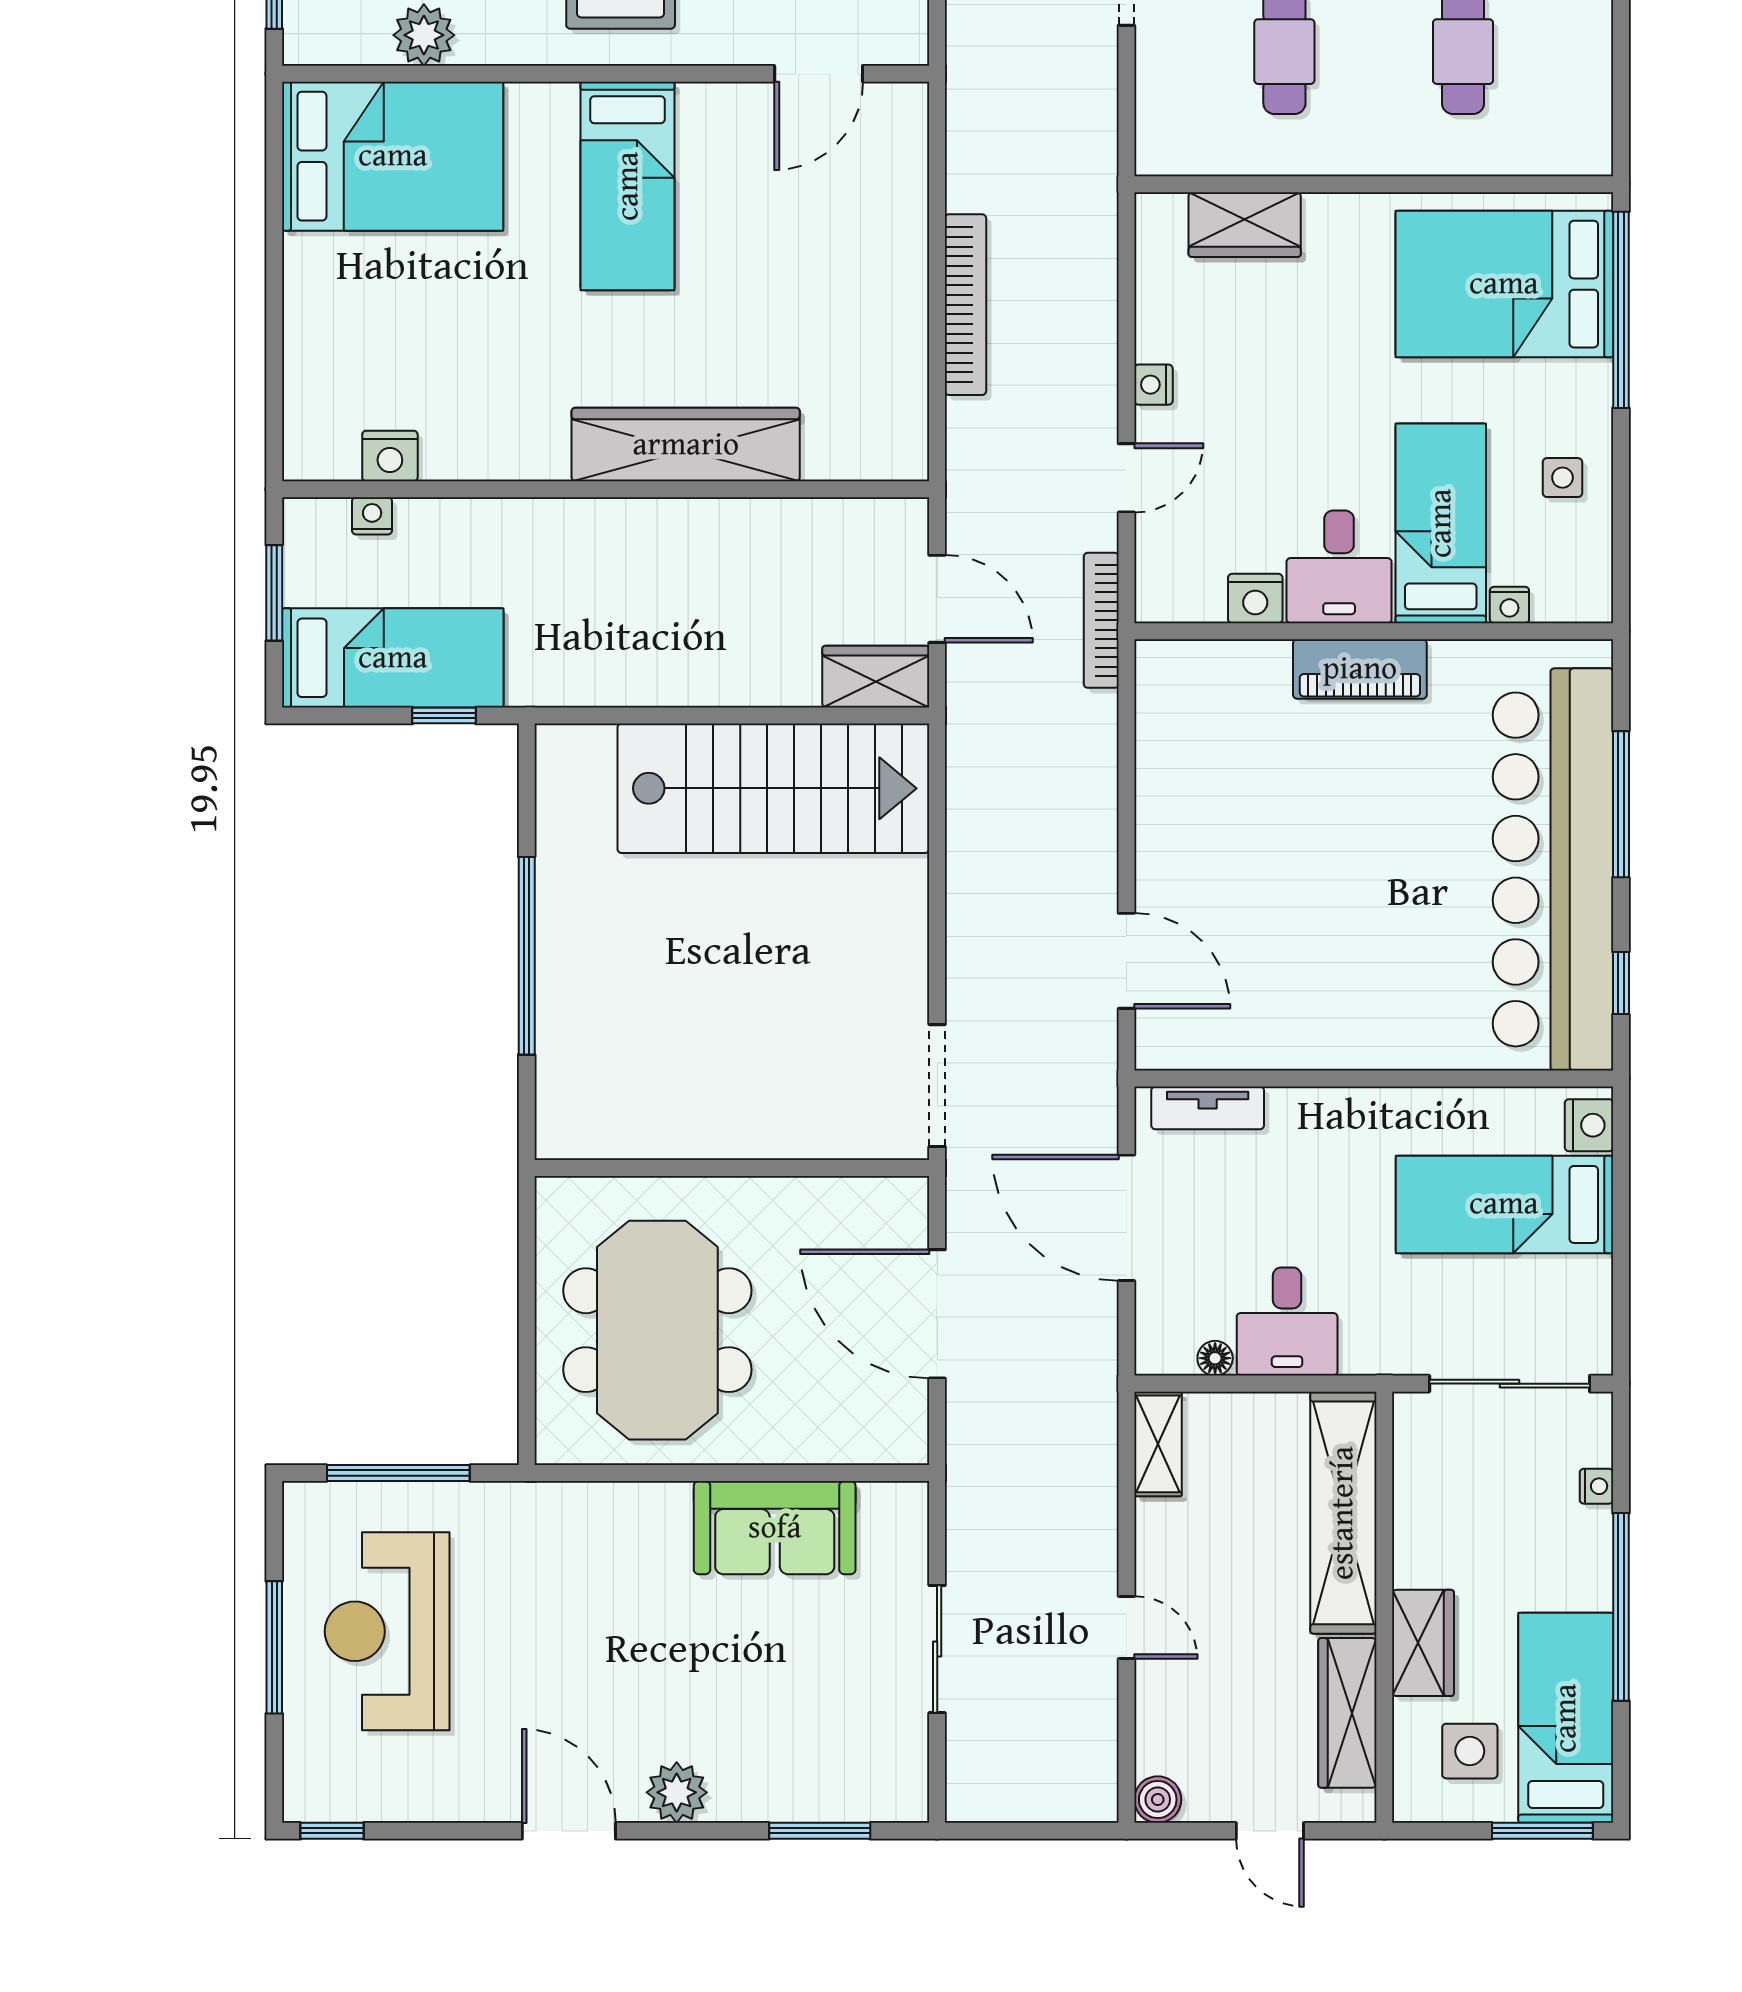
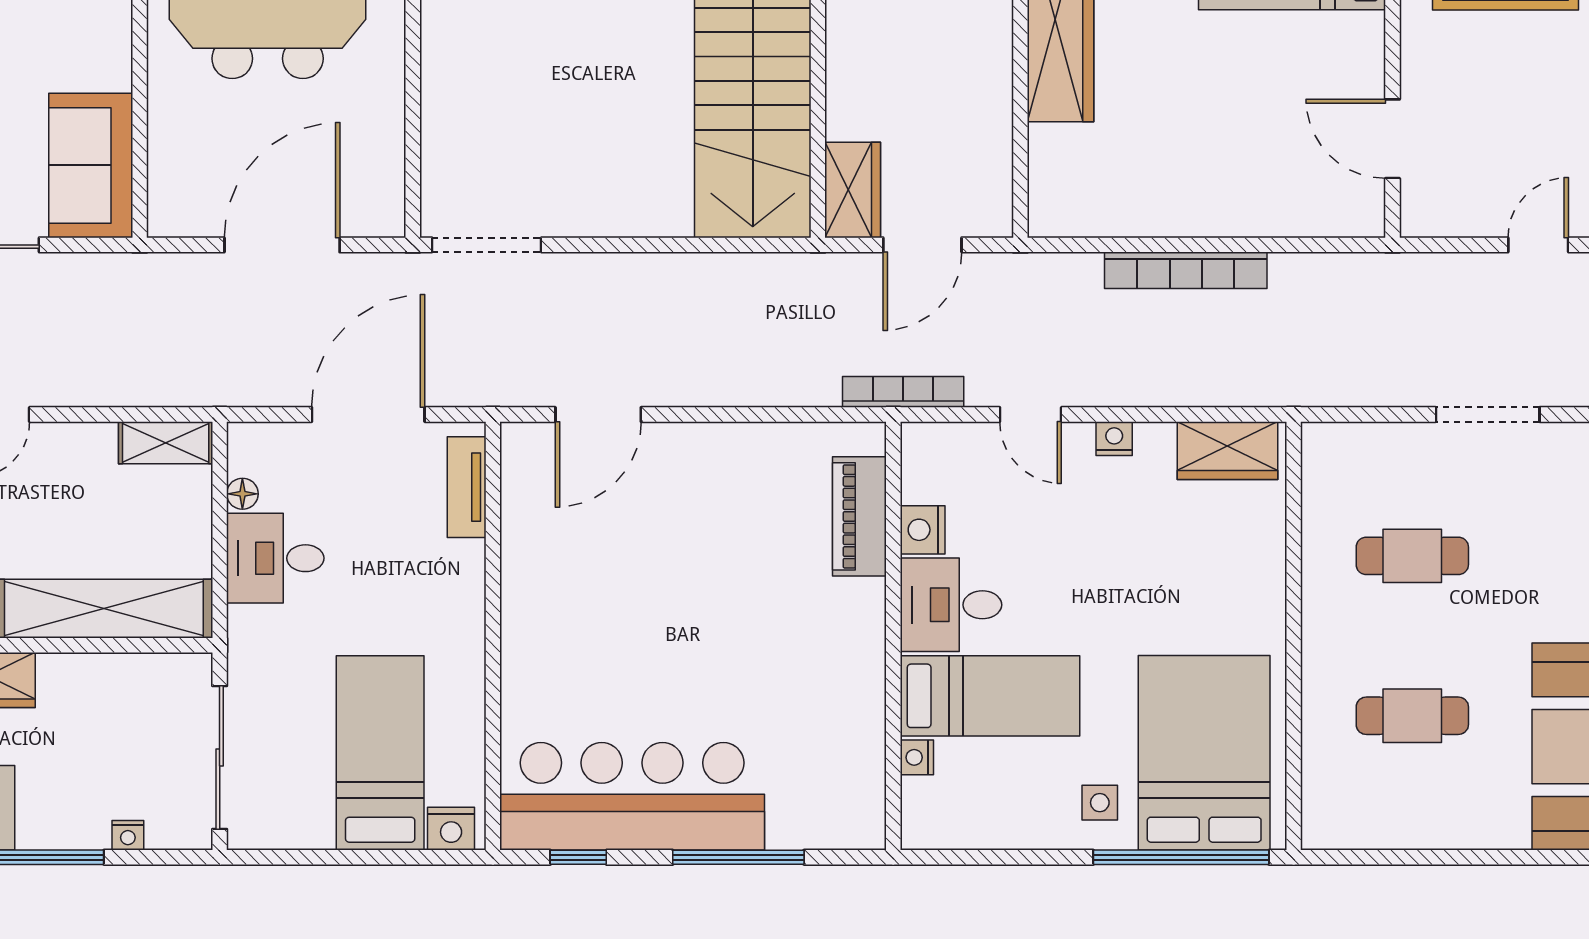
wardrobe: (1245, 225) -> (1228, 451), moved, turned -90
side table: (1562, 478) -> (1100, 803), moved
piano: (1360, 669) -> (859, 516), moved
bar counter: (1553, 869) -> (632, 796), width x0.73
sofa: (775, 1528) -> (91, 165), moved

